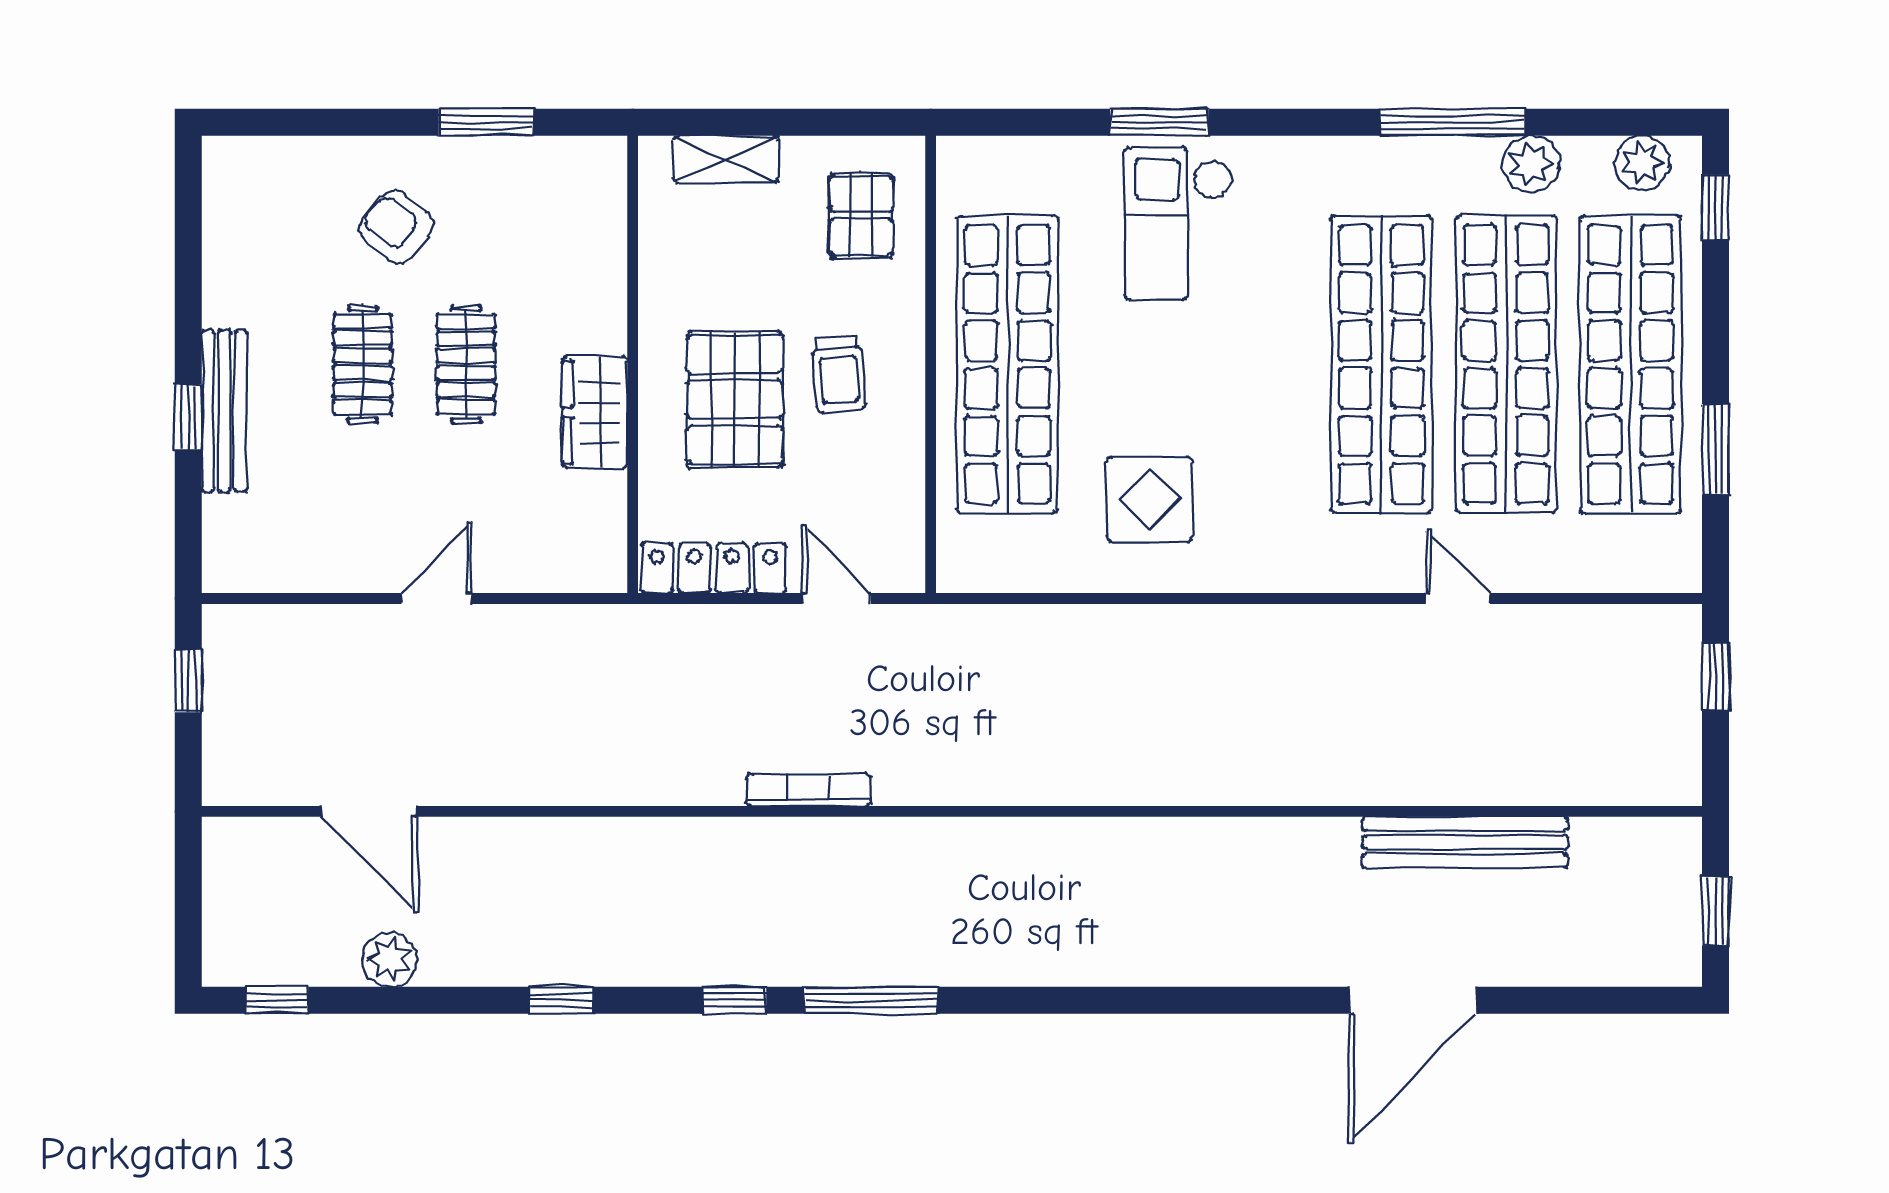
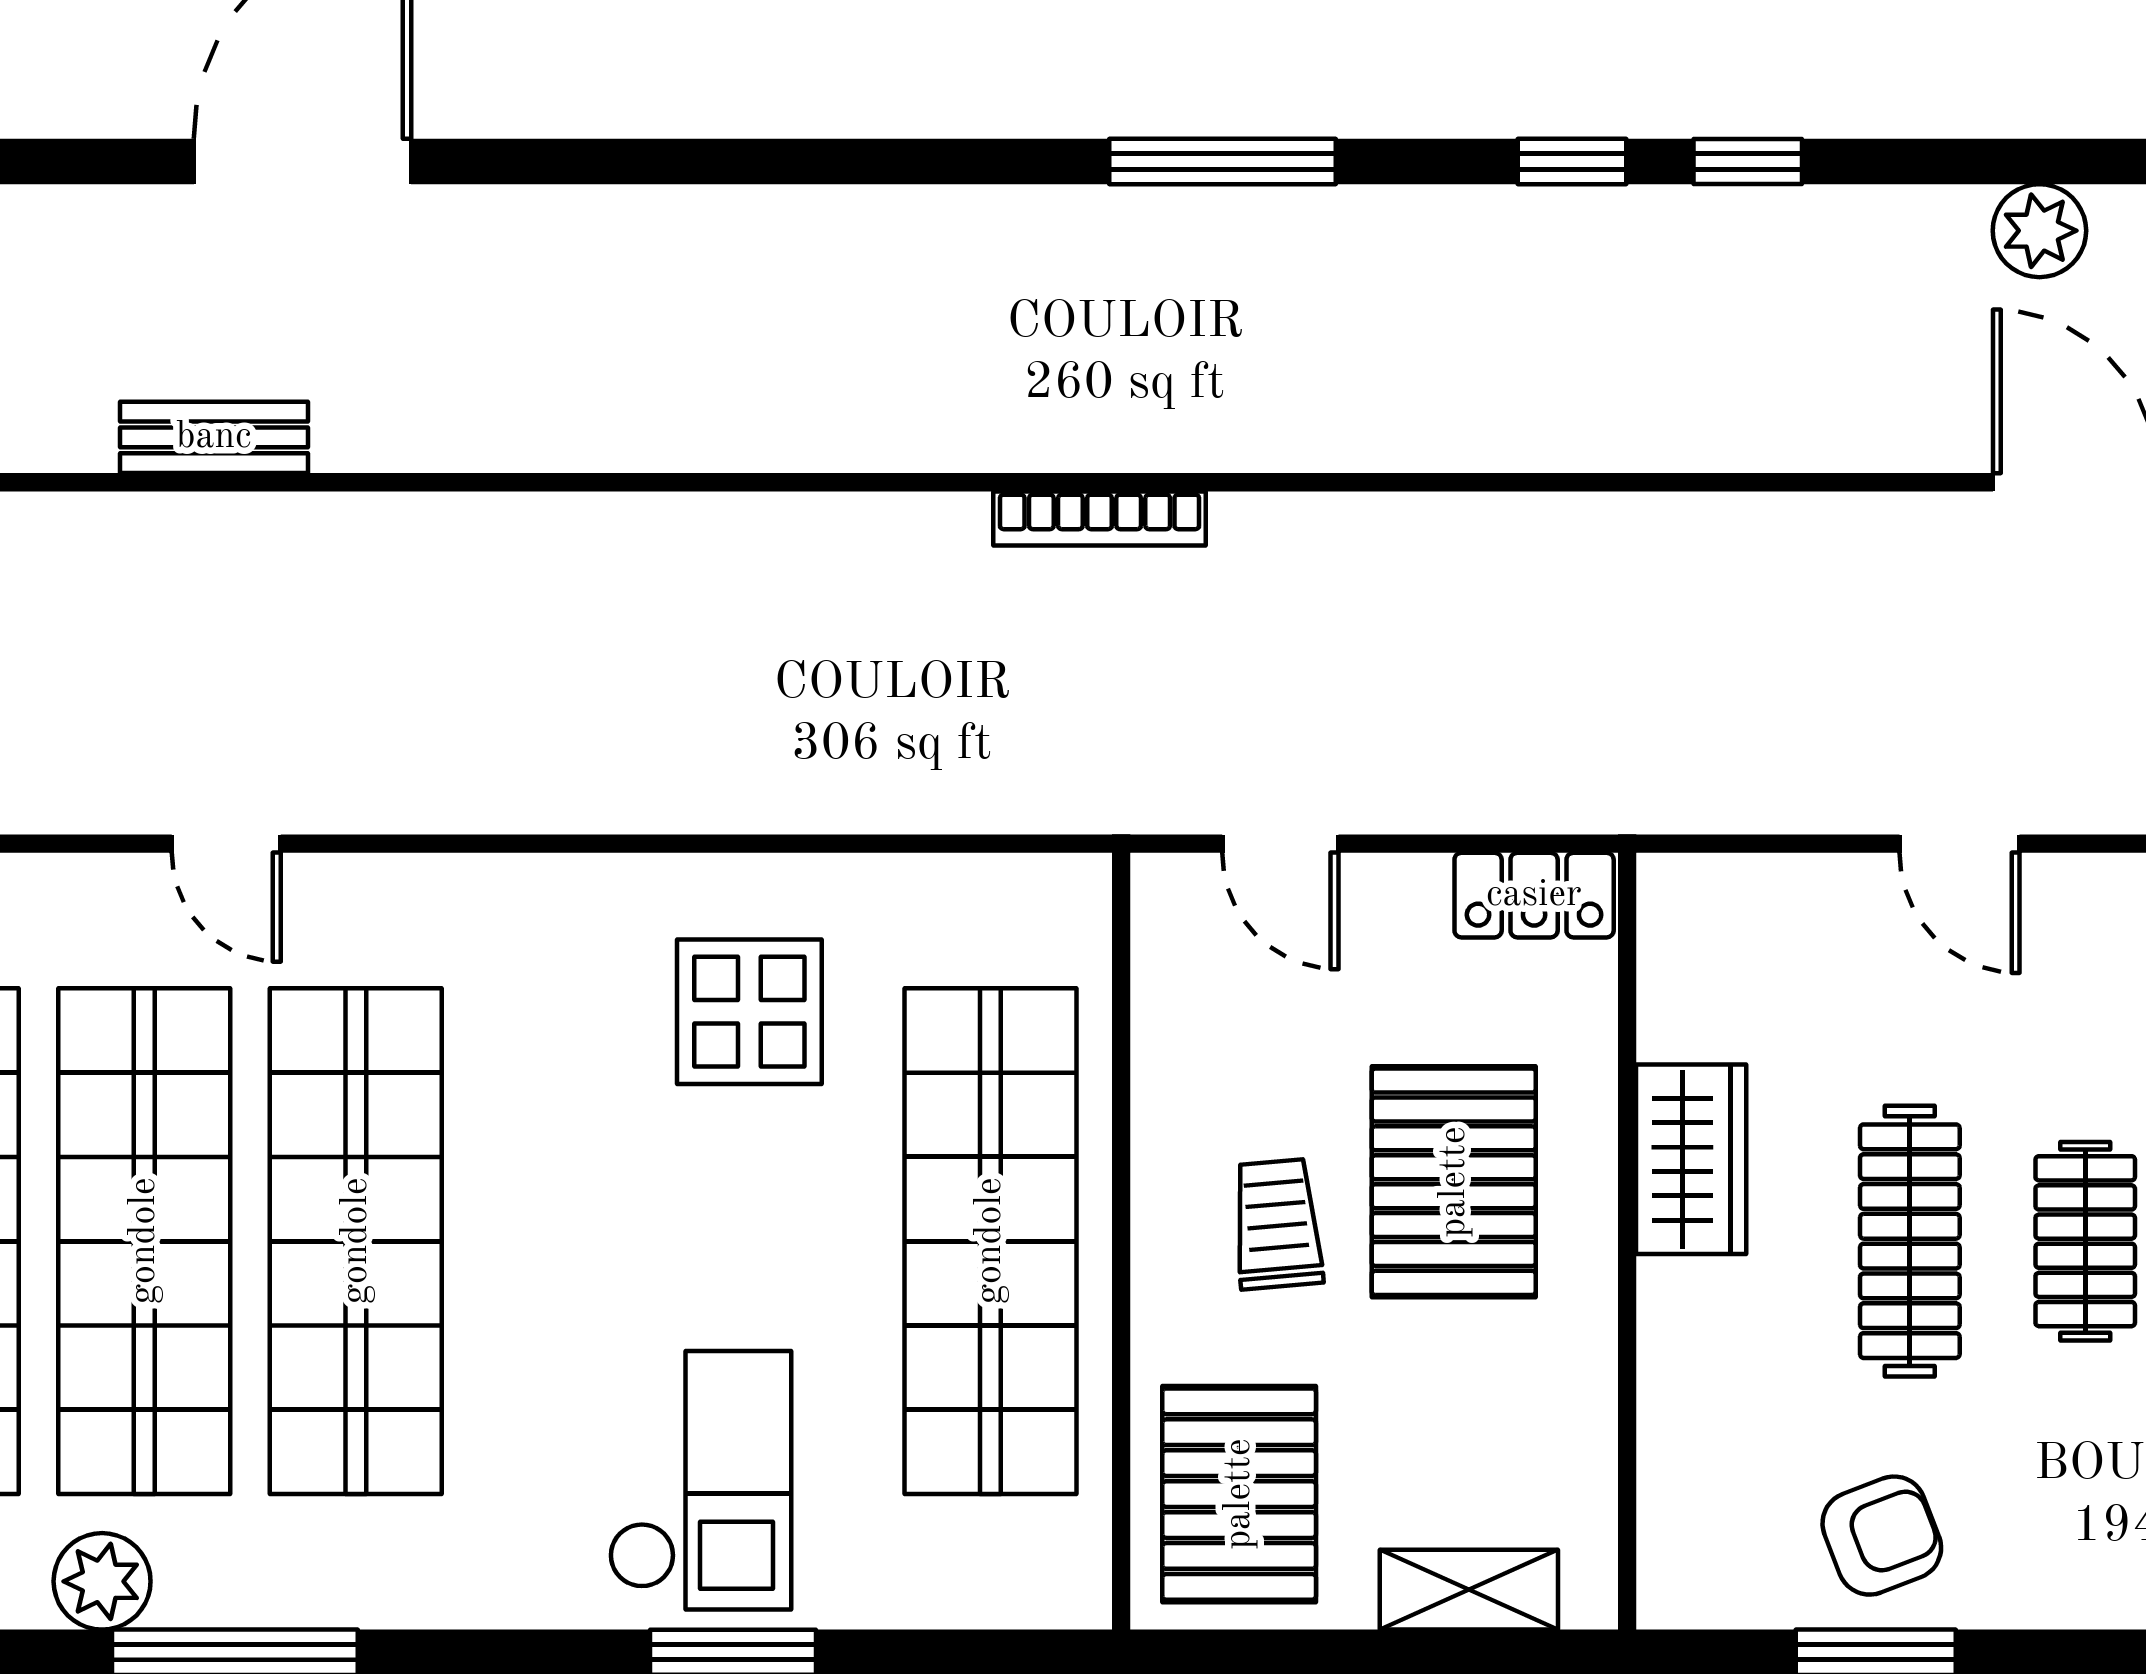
pallet: (861, 215) -> (1239, 1494), width x1.50, depth x1.42
armchair: (396, 227) -> (1882, 1536), moved, turned -61
clothes rail: (466, 364) -> (1910, 1241), width x1.36
locker: (713, 568) -> (1534, 895), width x0.66
door: (437, 598) -> (1960, 844), hinge flipped
bookcase: (808, 790) -> (1100, 518), moved
bench: (1465, 842) -> (214, 437), width x0.54, depth x0.82
window: (734, 1000) -> (1572, 161), moved

